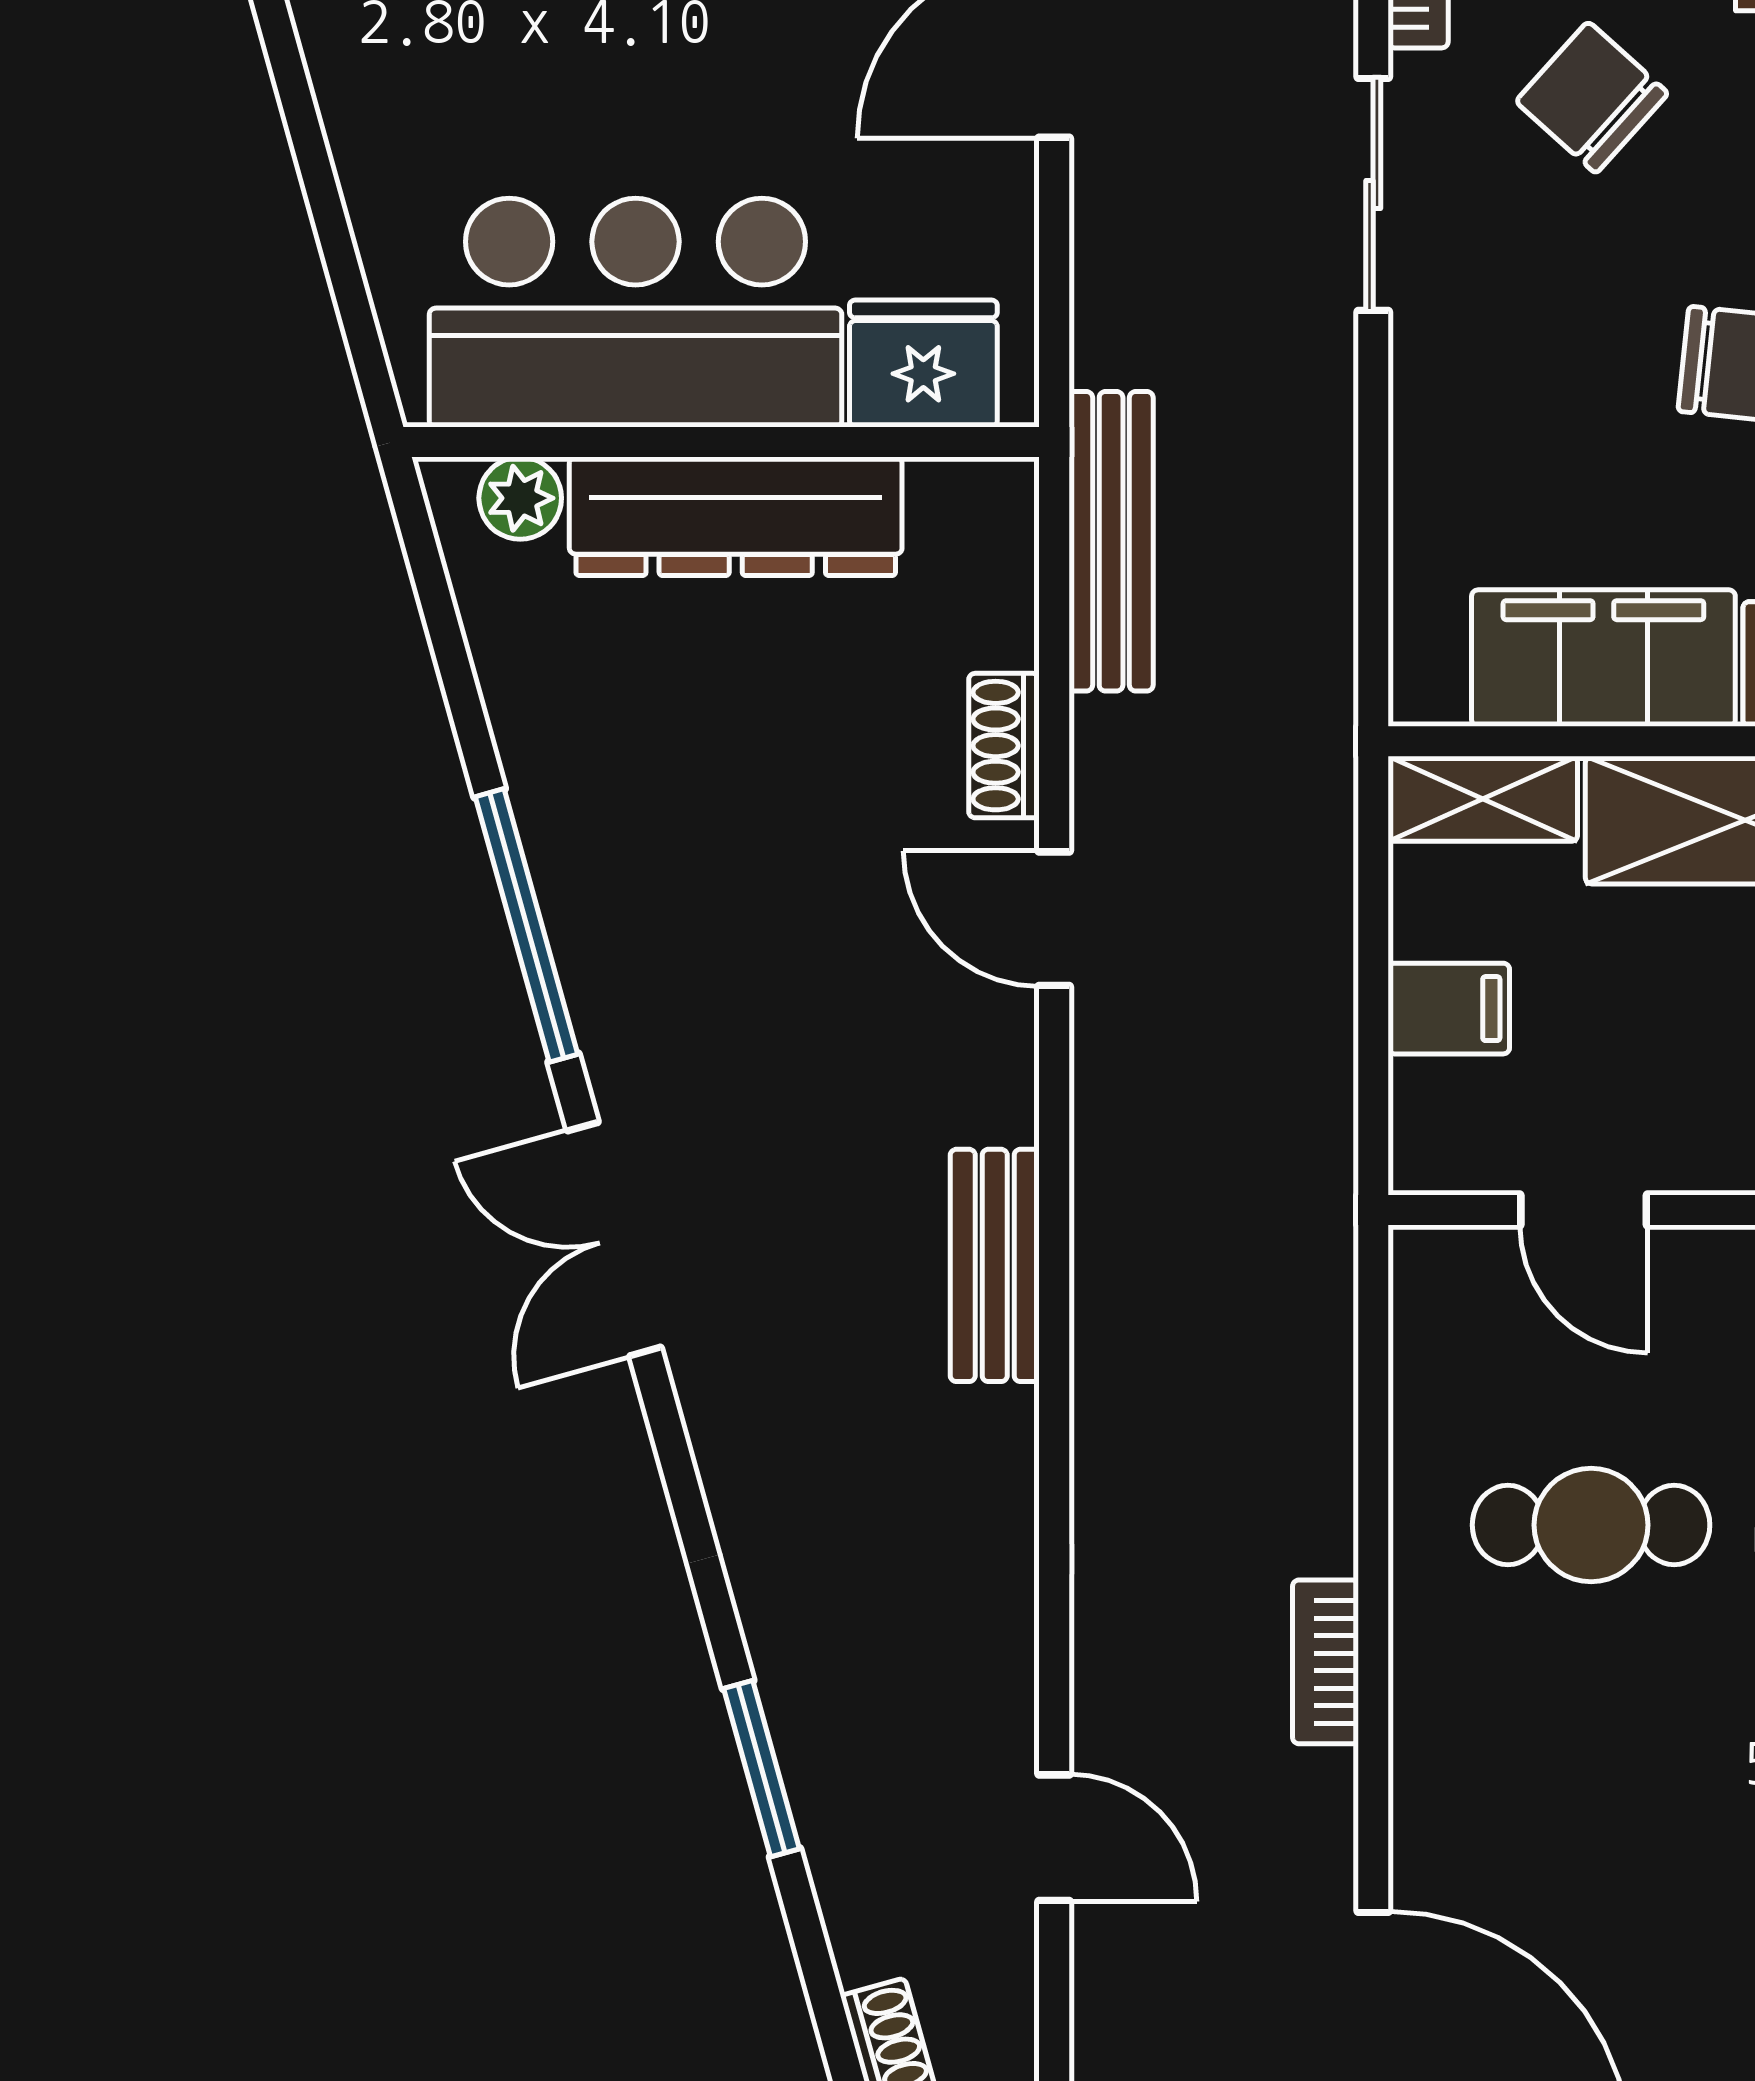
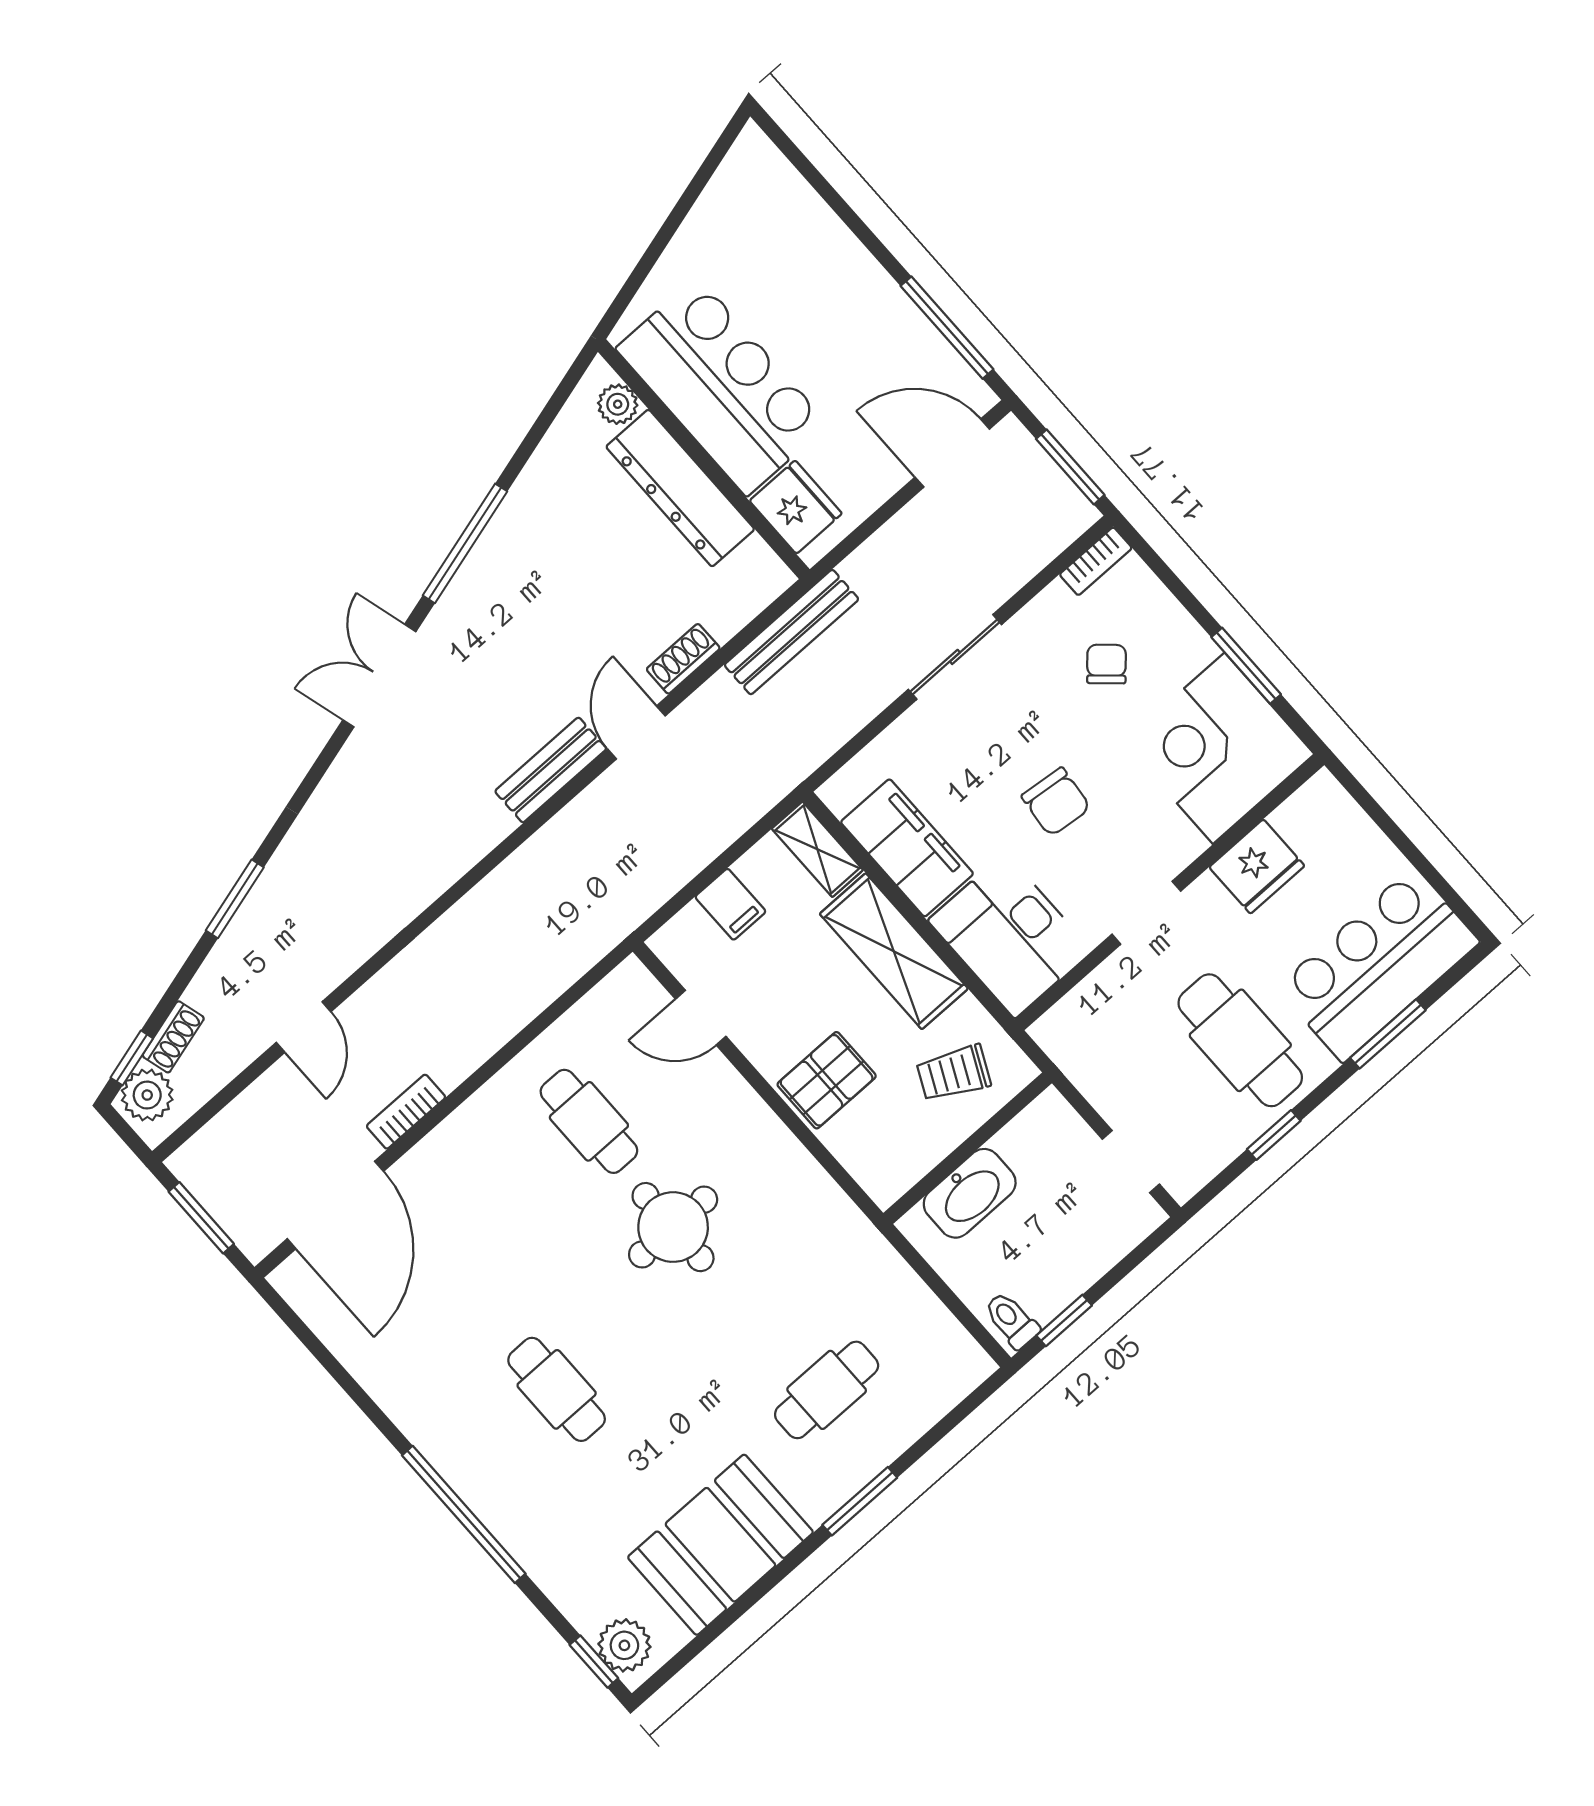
chair: (1592, 97) -> (1106, 664), width x0.73, depth x0.73
sliding door: (1373, 194) -> (955, 657), moved
door: (1584, 1210) -> (701, 1018), hinge flipped
bench: (995, 1265) -> (551, 770), moved
bookcase: (1325, 1662) -> (406, 1112), moved

